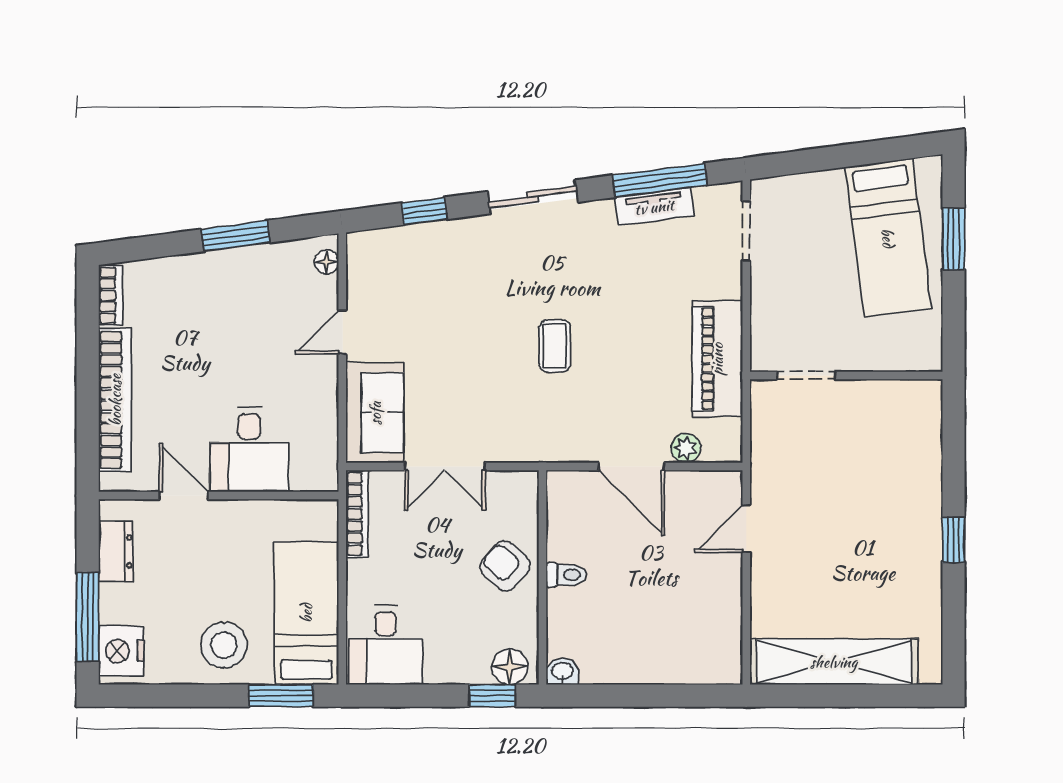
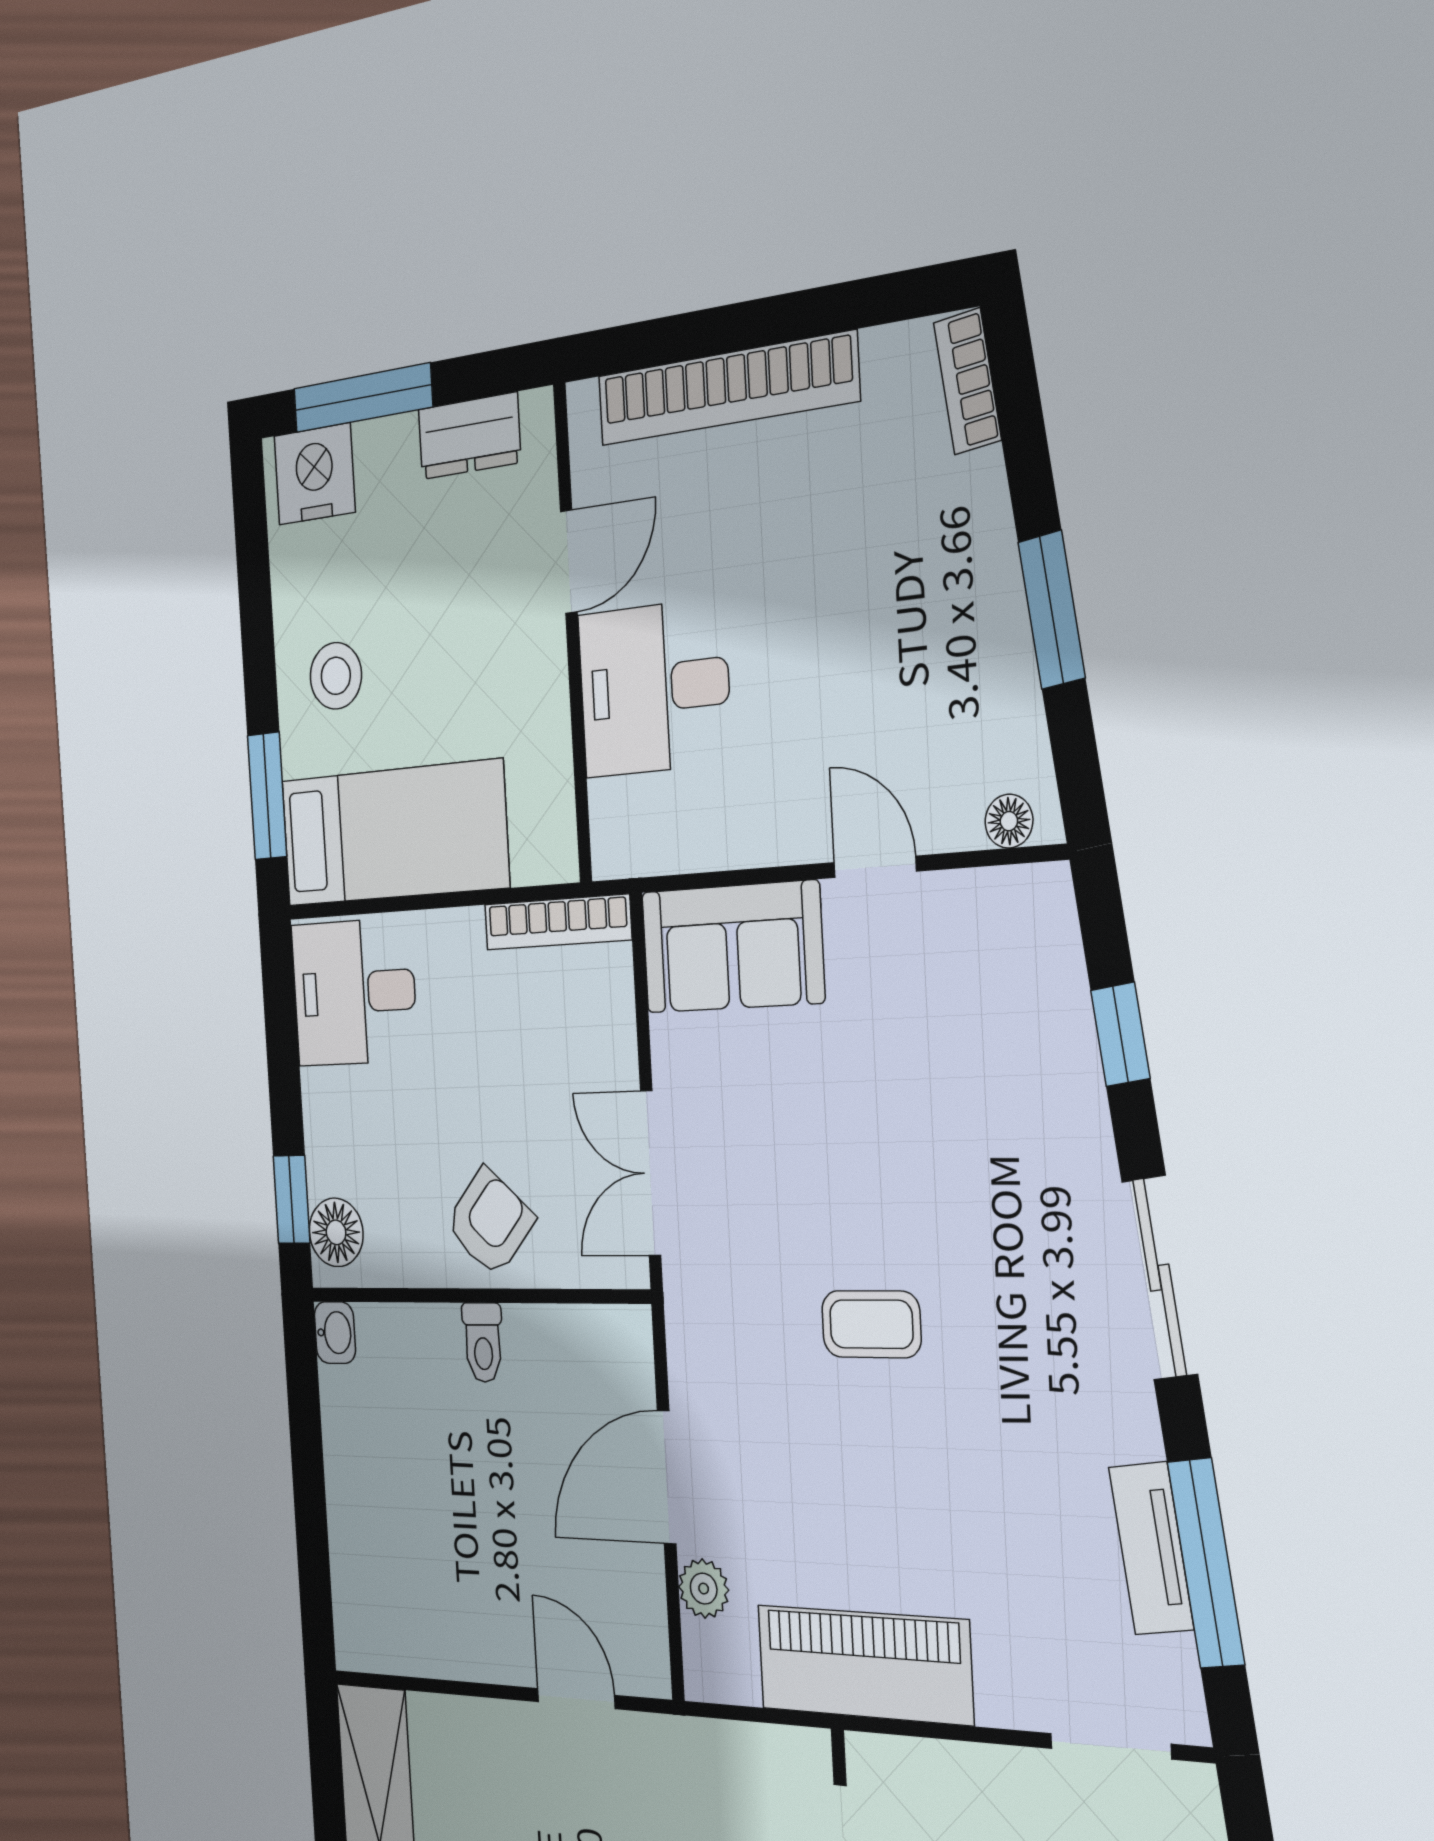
bookcase: (111, 295) -> (967, 381), moved, turned 83
double door: (445, 466) -> (651, 1173), moved
stool: (224, 645) -> (336, 676), width x0.73, depth x0.73

